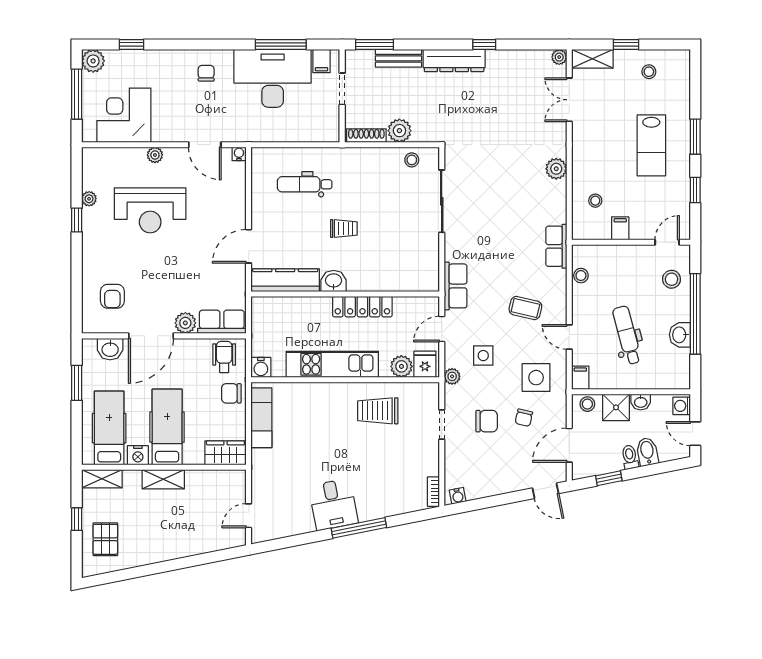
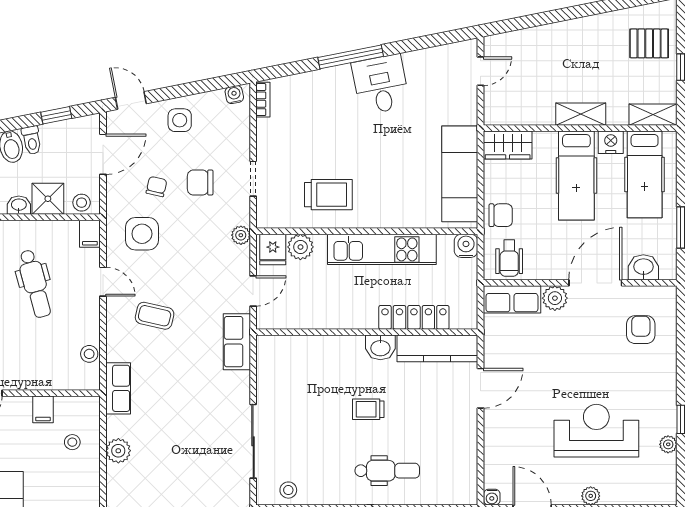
plant: (556, 169) -> (118, 451), moved
dental chair: (305, 184) -> (387, 471), moved
locker: (362, 307) -> (414, 317), moved
side table: (483, 356) -> (180, 120), moved
exam couch: (261, 418) -> (460, 174), width x1.36, depth x1.45
pallet: (105, 539) -> (649, 43), turned 90

